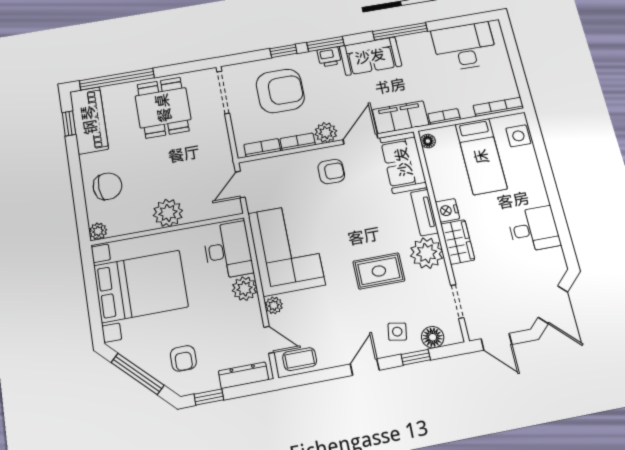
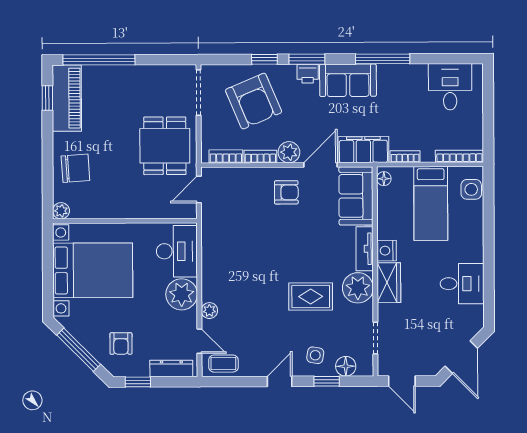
desk: (464, 46) -> (450, 87), width x0.73
armchair: (280, 91) -> (254, 101), turned 67
dining table: (163, 108) -> (165, 146), moved
plant: (168, 213) -> (128, 205), removed
corner sofa: (286, 249) -> (230, 260), removed
plant: (245, 289) -> (182, 294), width x1.36, depth x1.36

